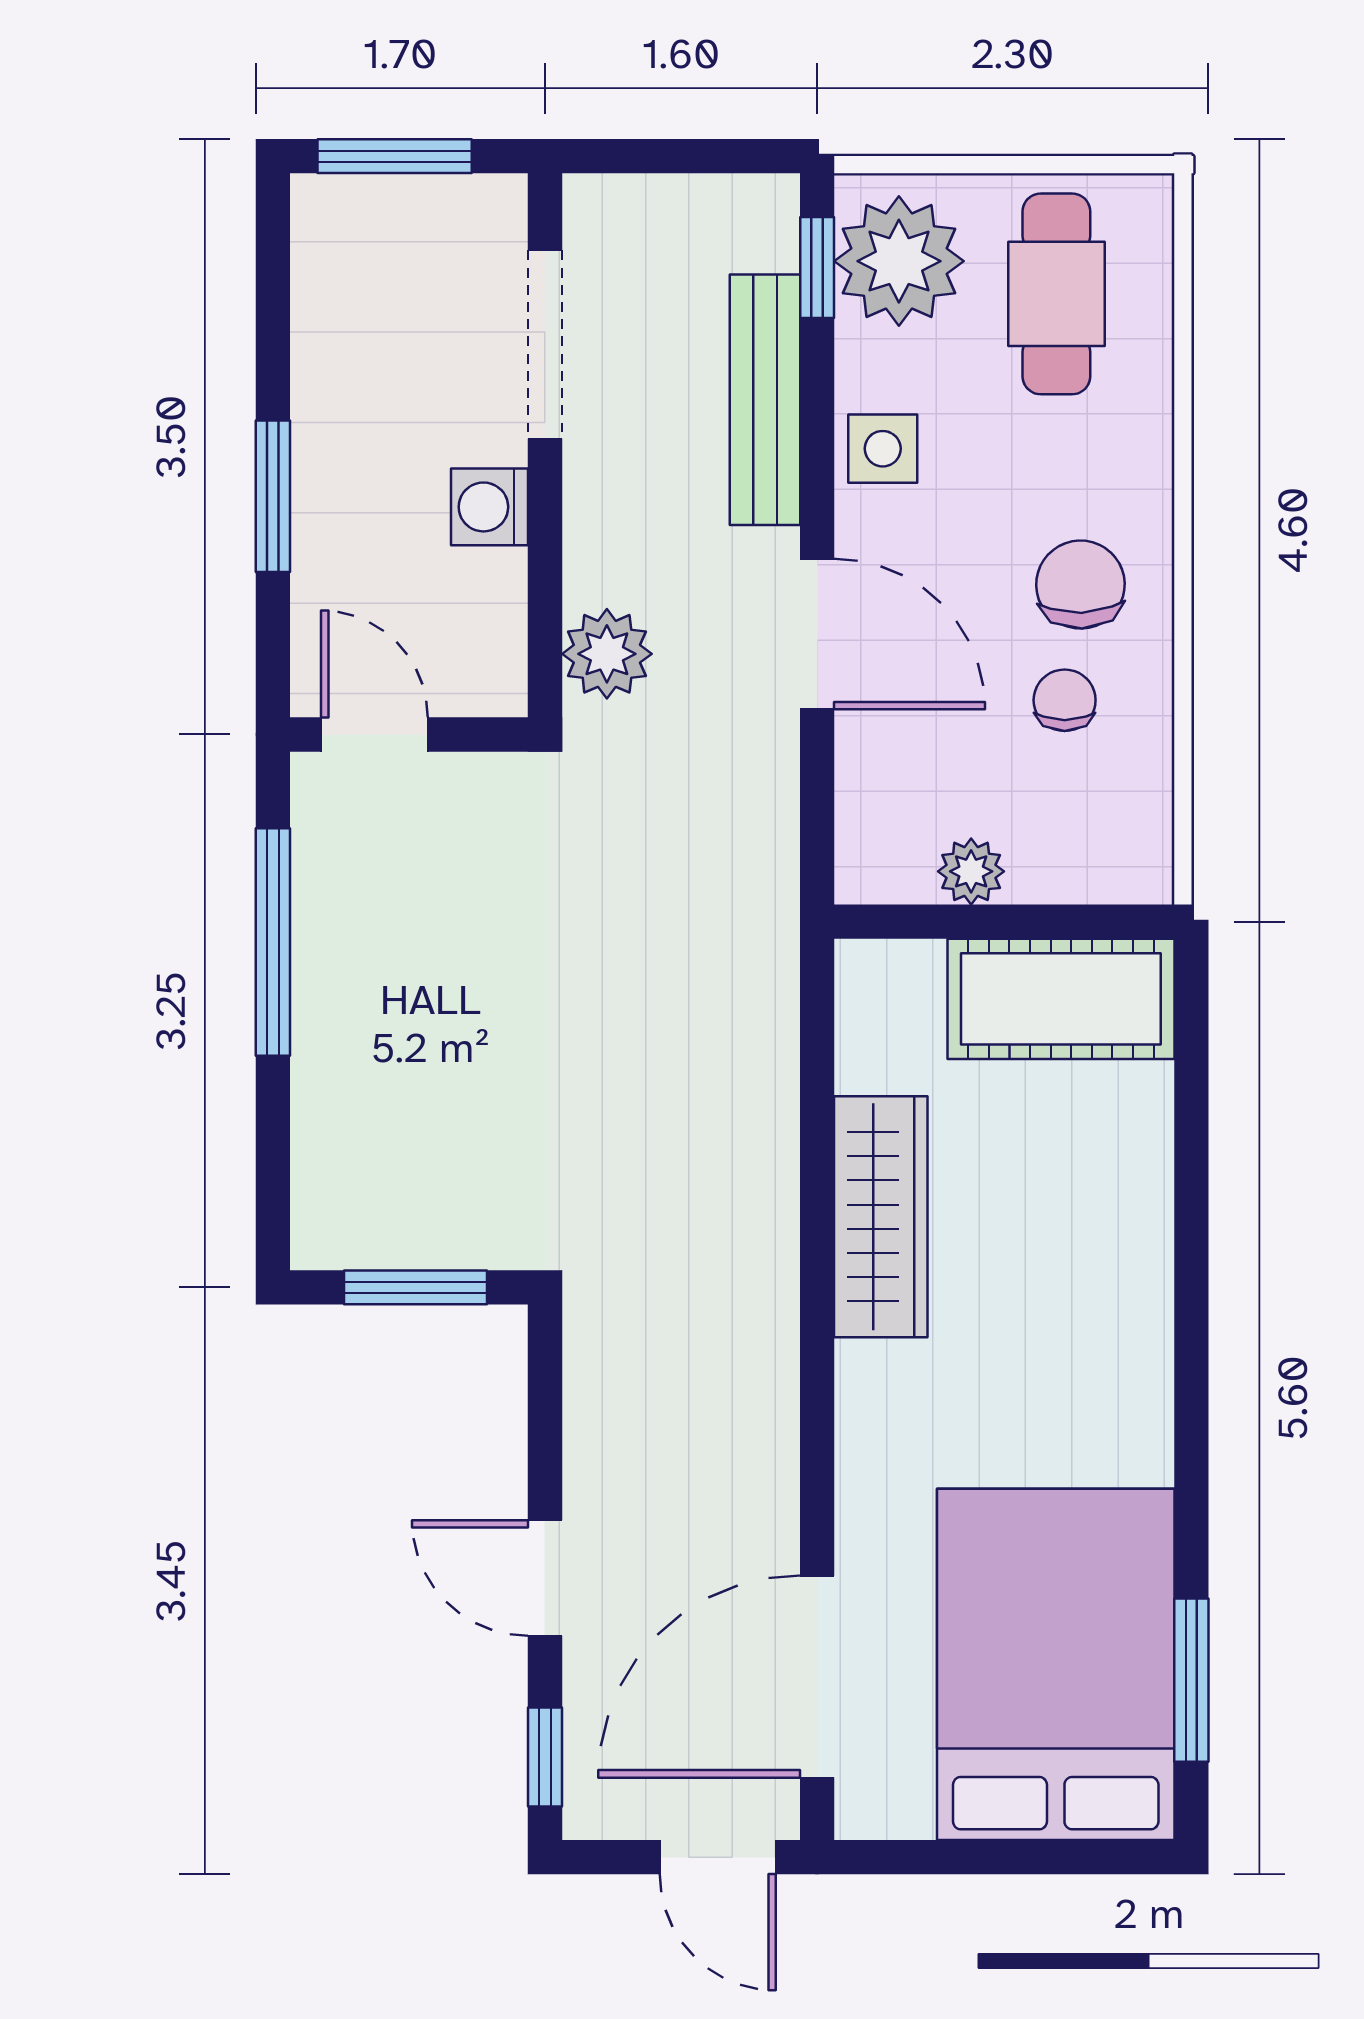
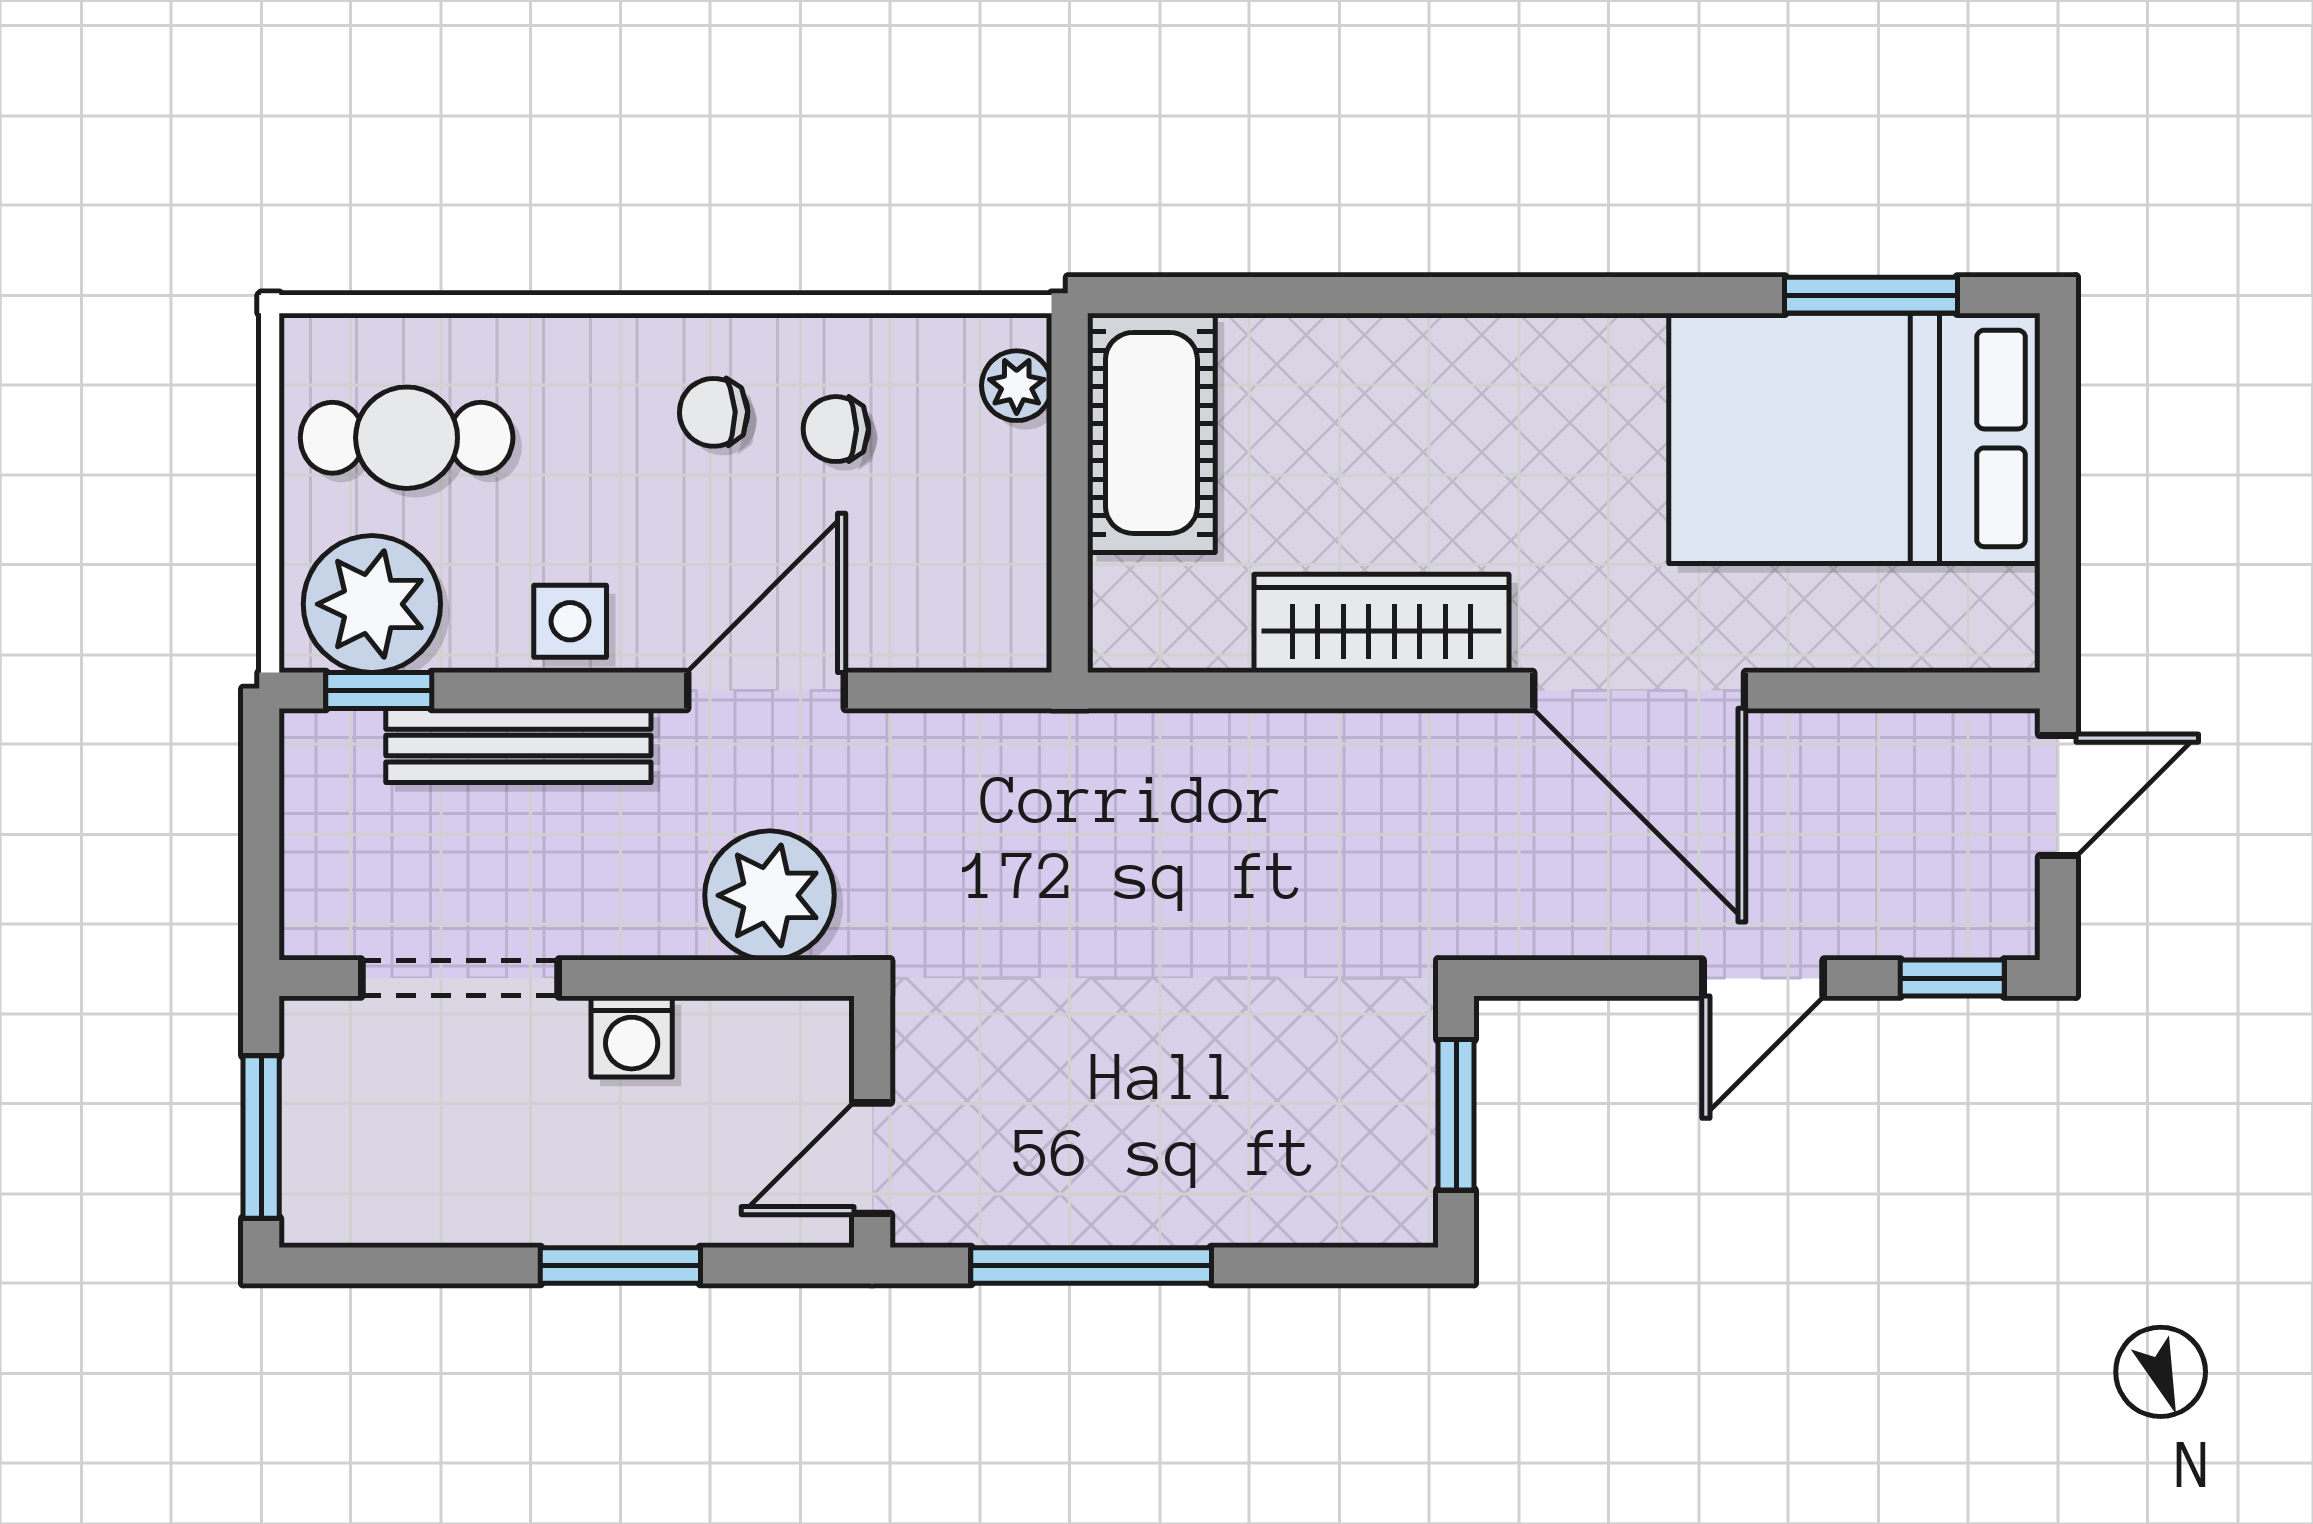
chair: (1080, 585) -> (714, 412), width x0.73, depth x0.73
plant: (607, 654) -> (770, 895), width x1.36, depth x1.36
plant: (971, 871) -> (1017, 386), moved
door: (817, 1677) -> (1639, 691), moved

